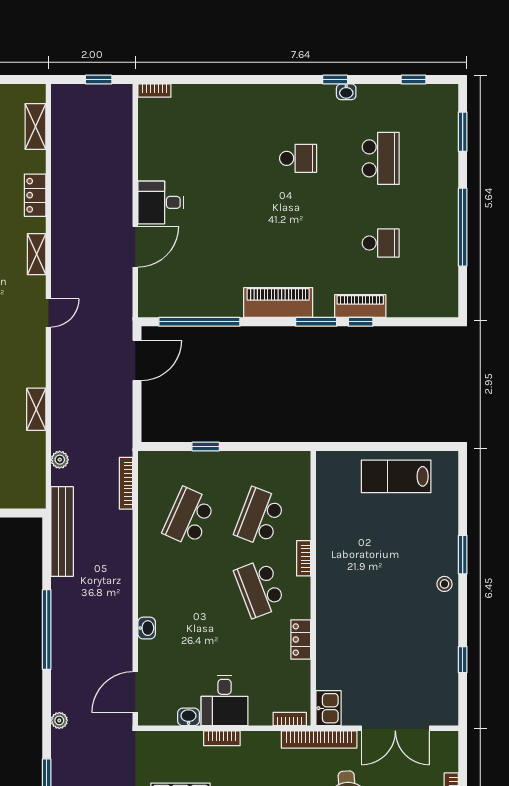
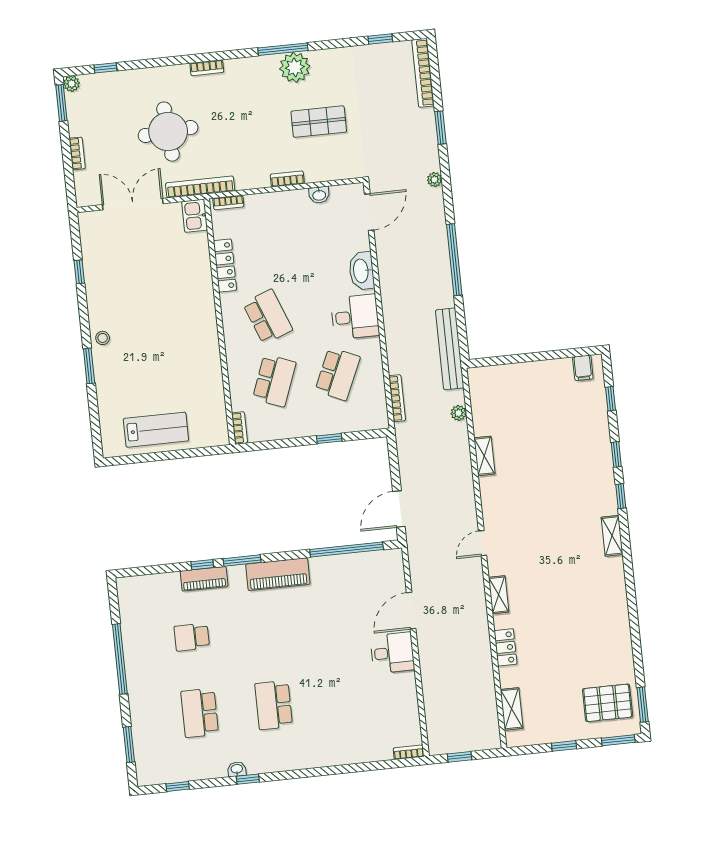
school desk: (298, 158) -> (274, 705), width x1.85
bookcase: (304, 558) -> (239, 428), moved
washbasin: (147, 628) -> (361, 271), width x1.91, depth x1.45
locker: (301, 639) -> (225, 265), width x1.53
desk: (225, 700) -> (355, 317), moved, turned 90

